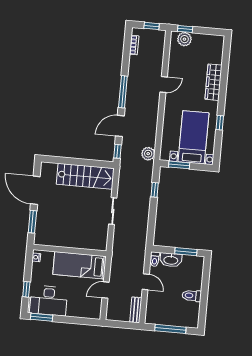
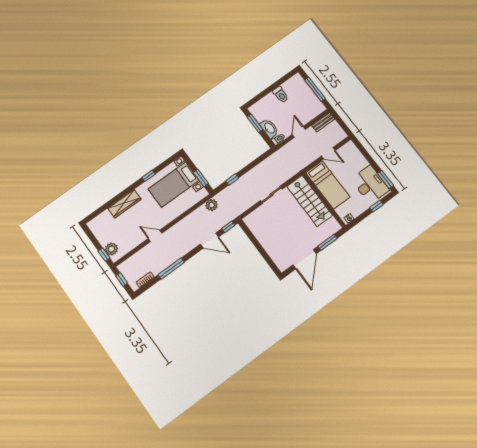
window: (123, 92) -> (171, 269), moved
stairs: (85, 176) -> (310, 201), moved, turned 180

